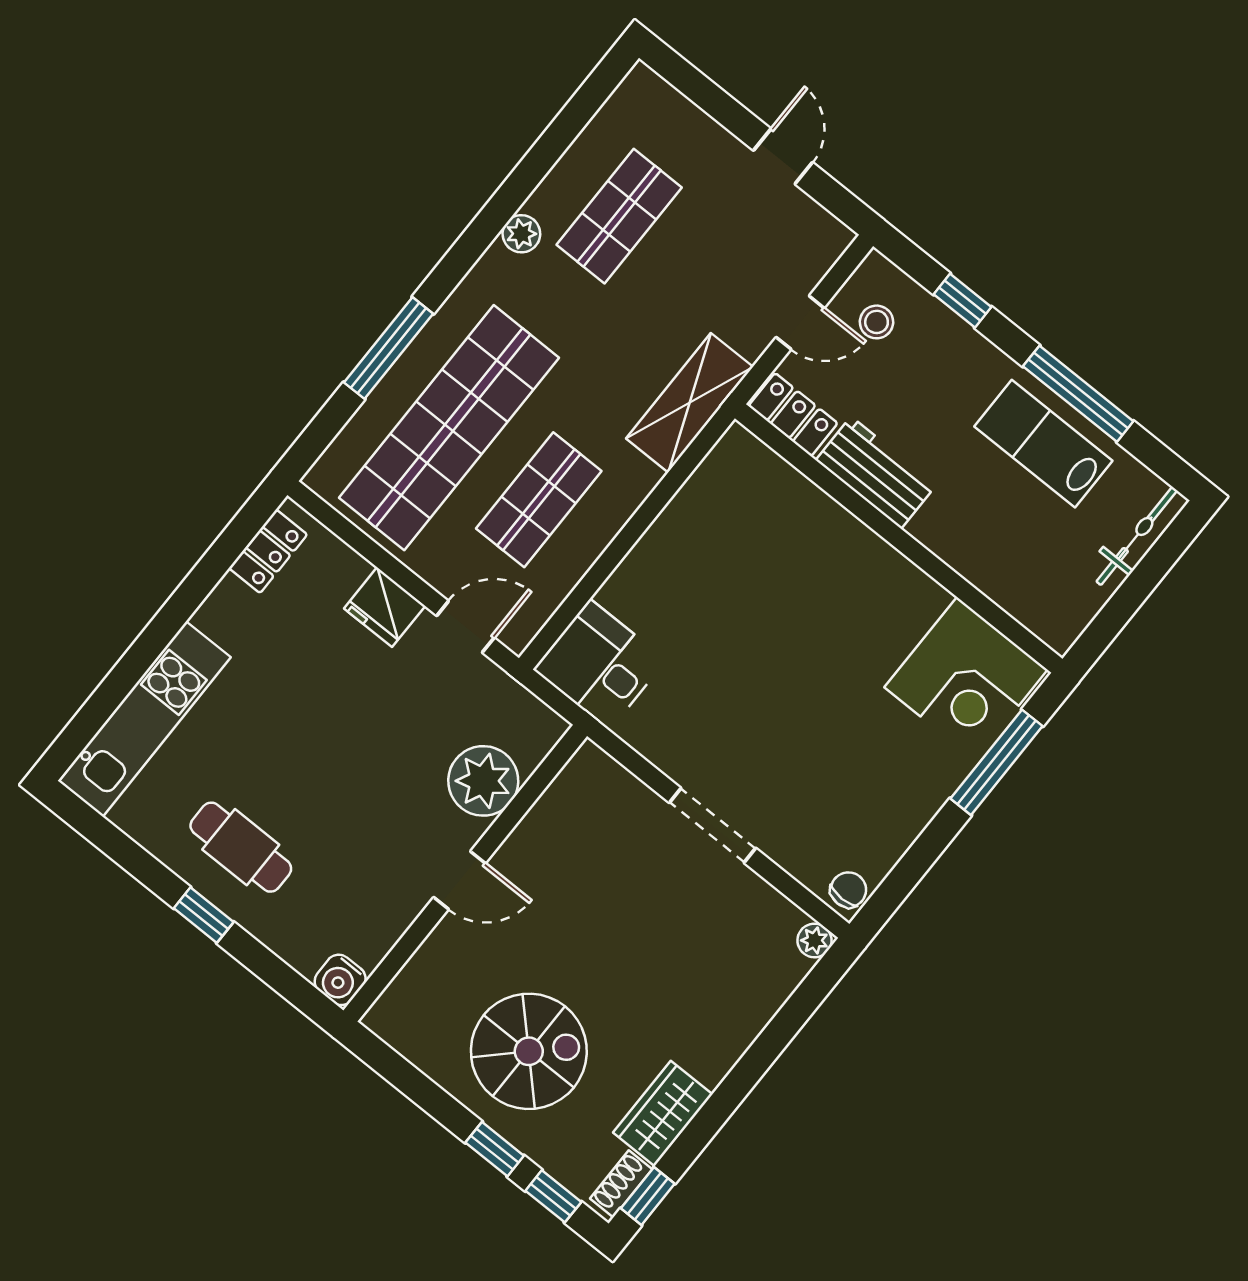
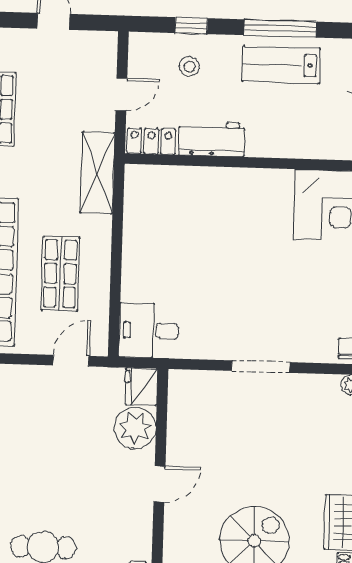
stool: (877, 322) -> (189, 66), moved
fridge: (385, 607) -> (141, 387), moved, turned 90

